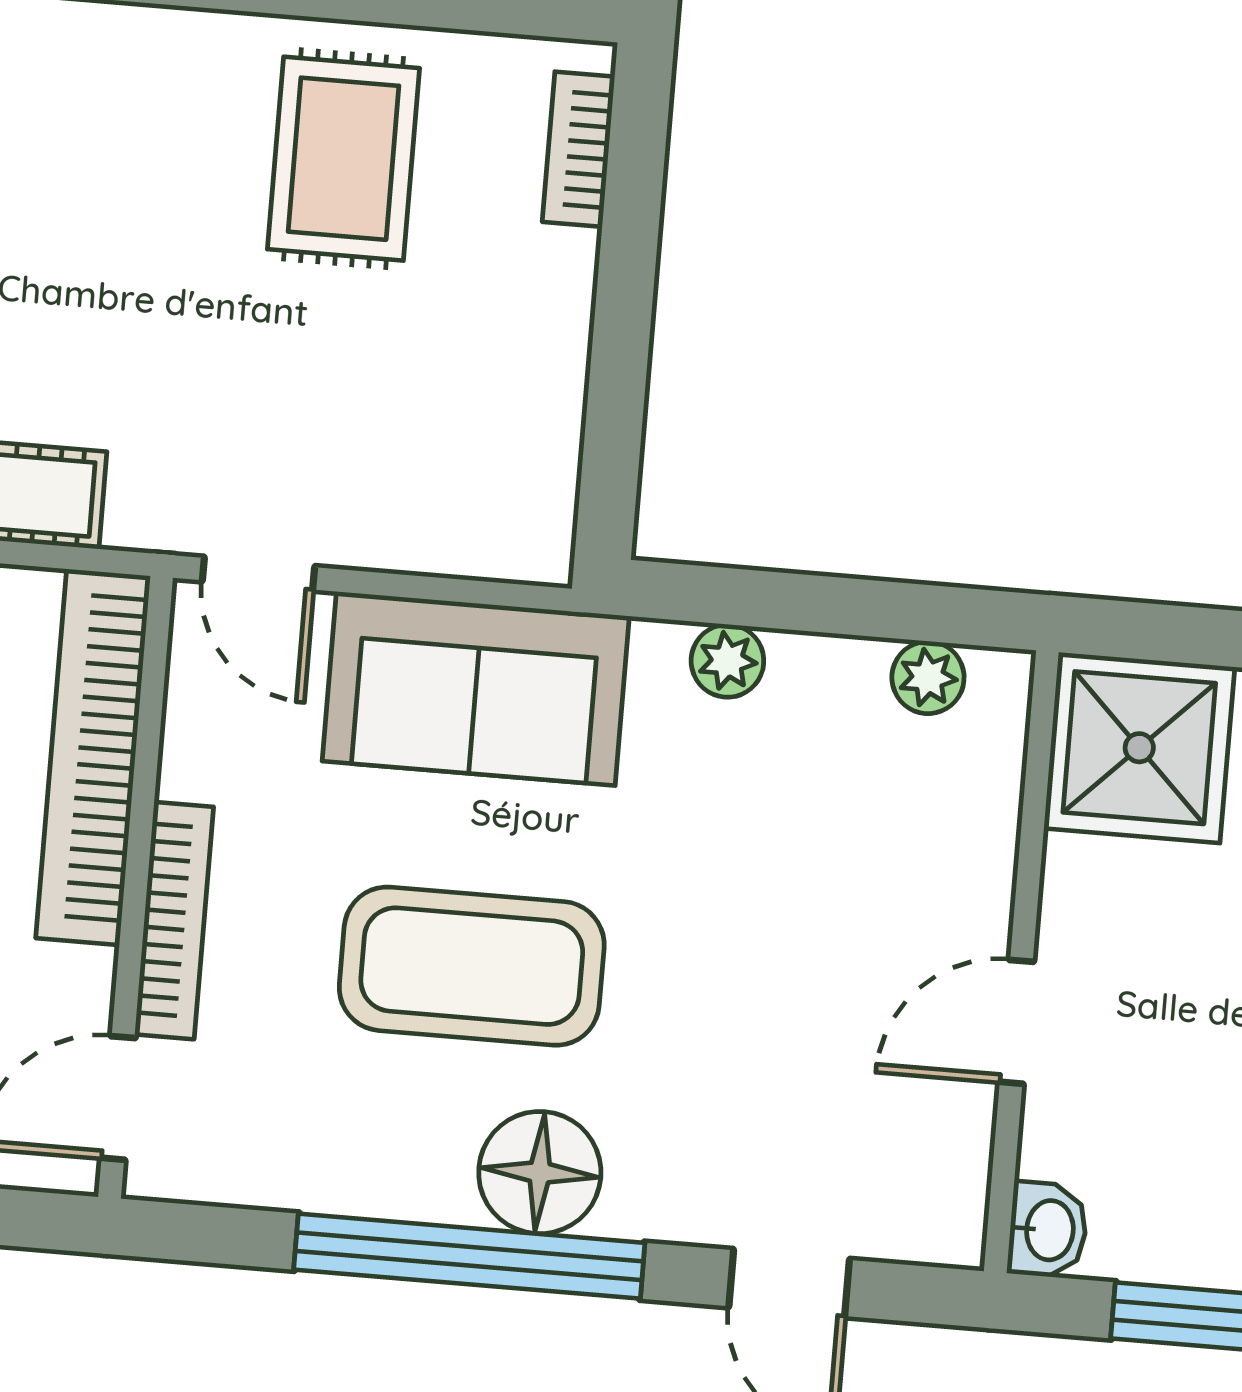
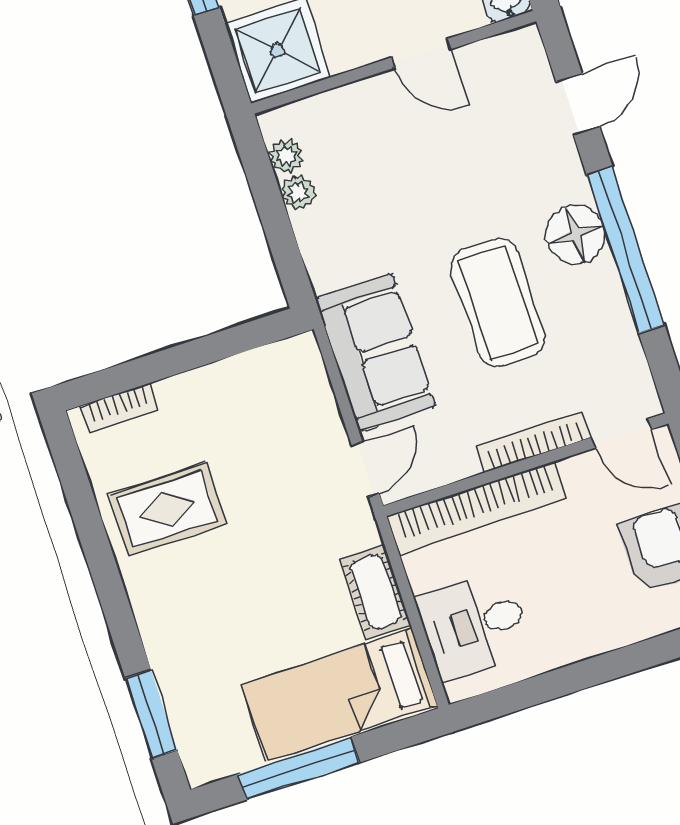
plant: (727, 661) -> (298, 192), moved

